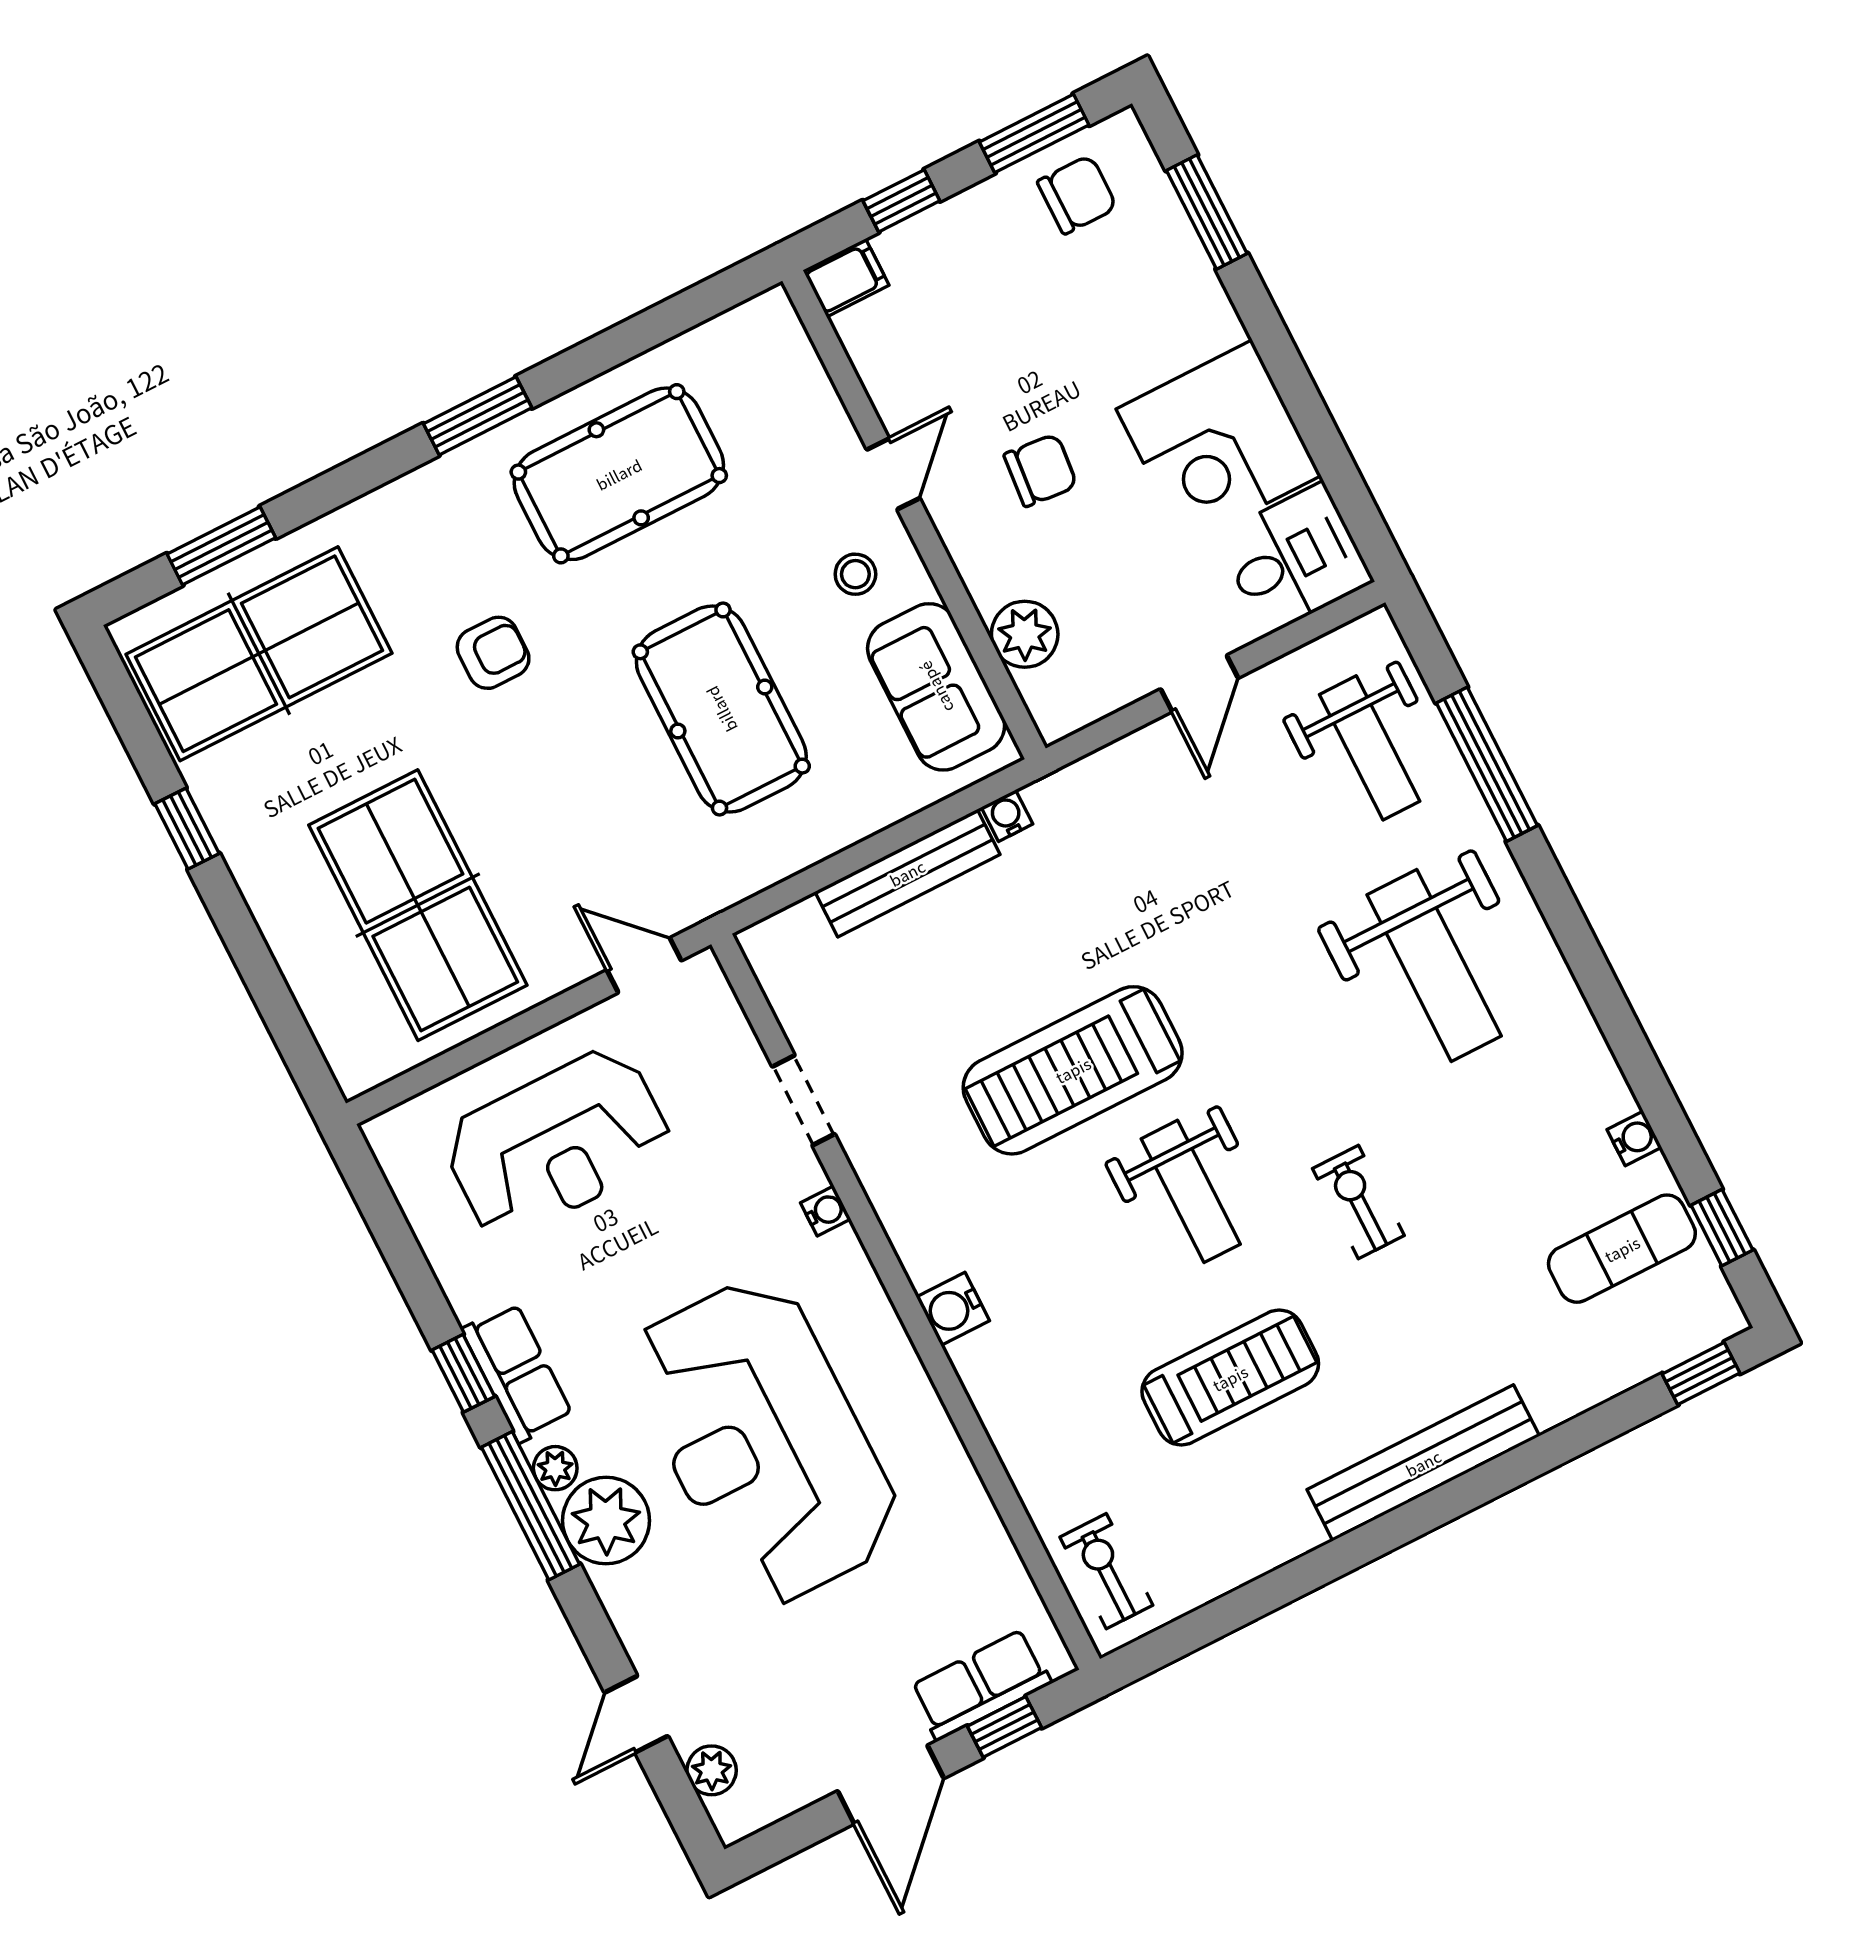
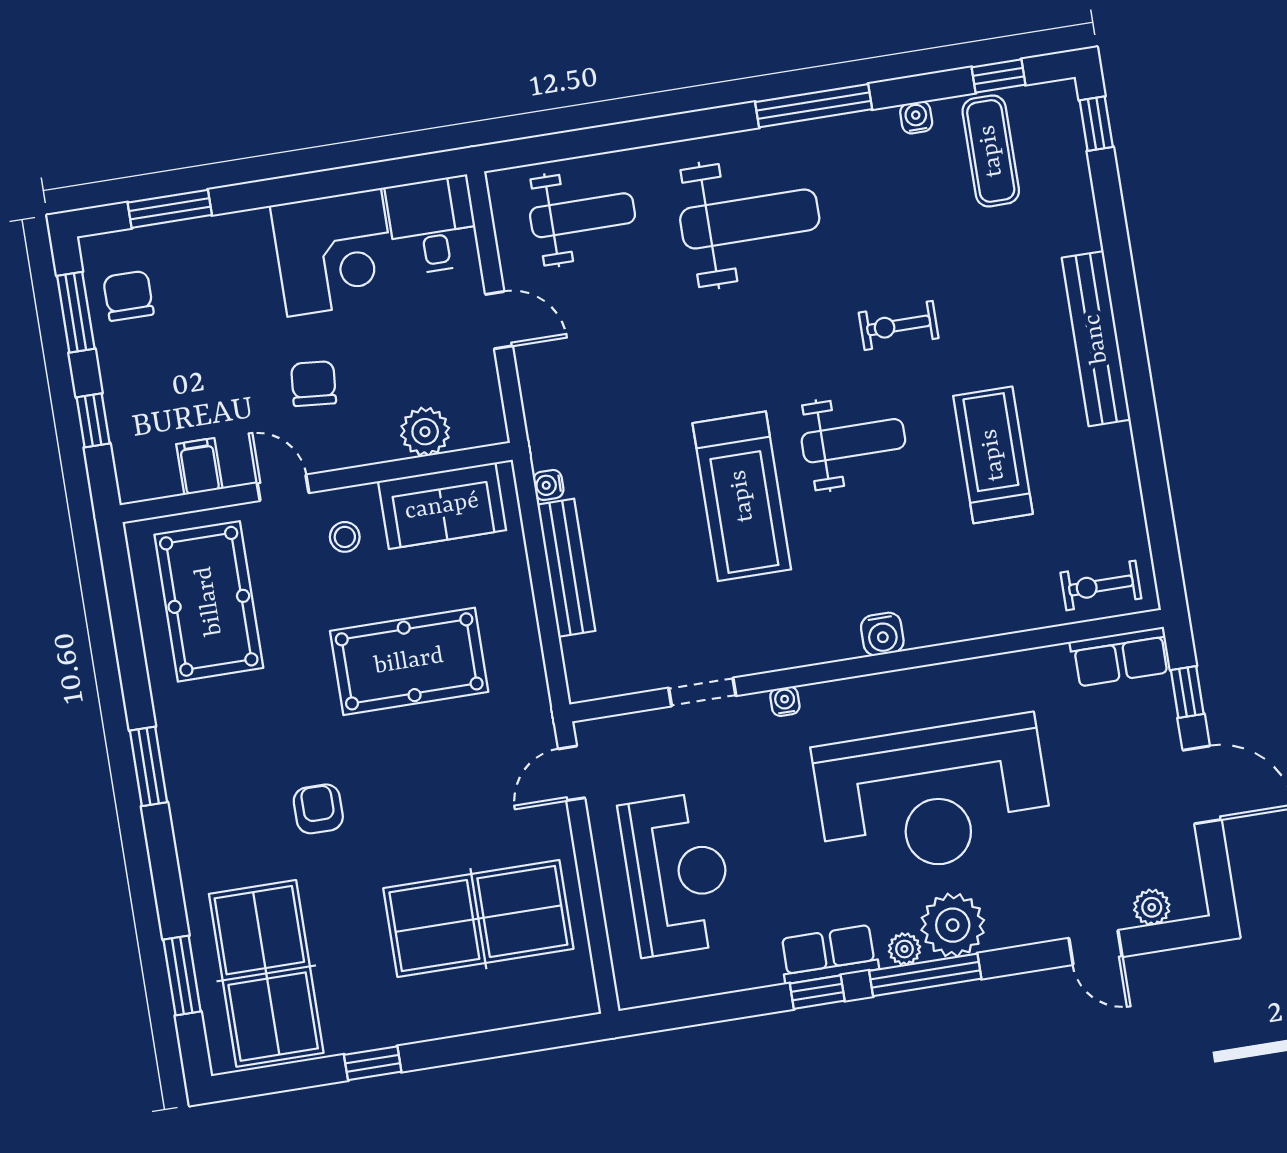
filing cabinet: (846, 278) -> (199, 466), moved
pool table: (619, 474) -> (209, 601), moved
window: (1487, 764) -> (814, 106), moved
row of seats: (981, 1685) -> (1120, 657), moved, turned -90

